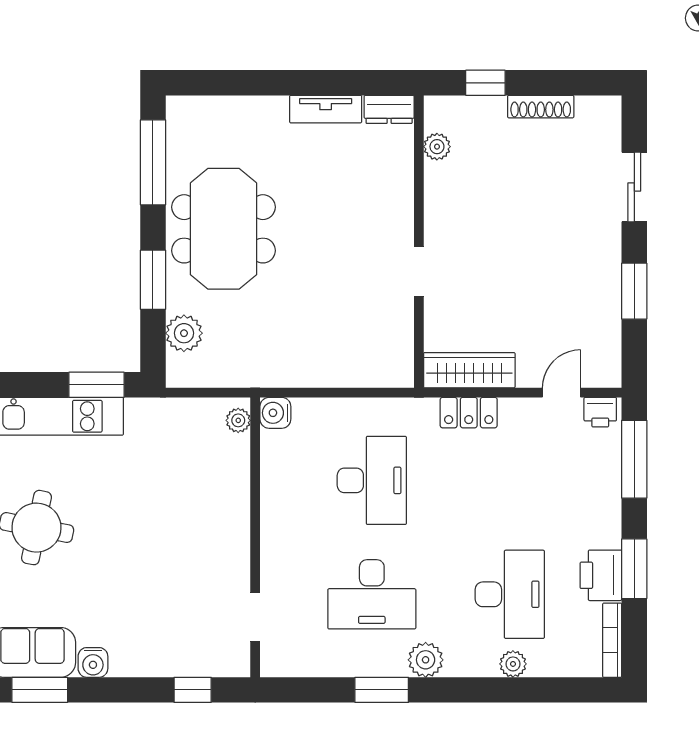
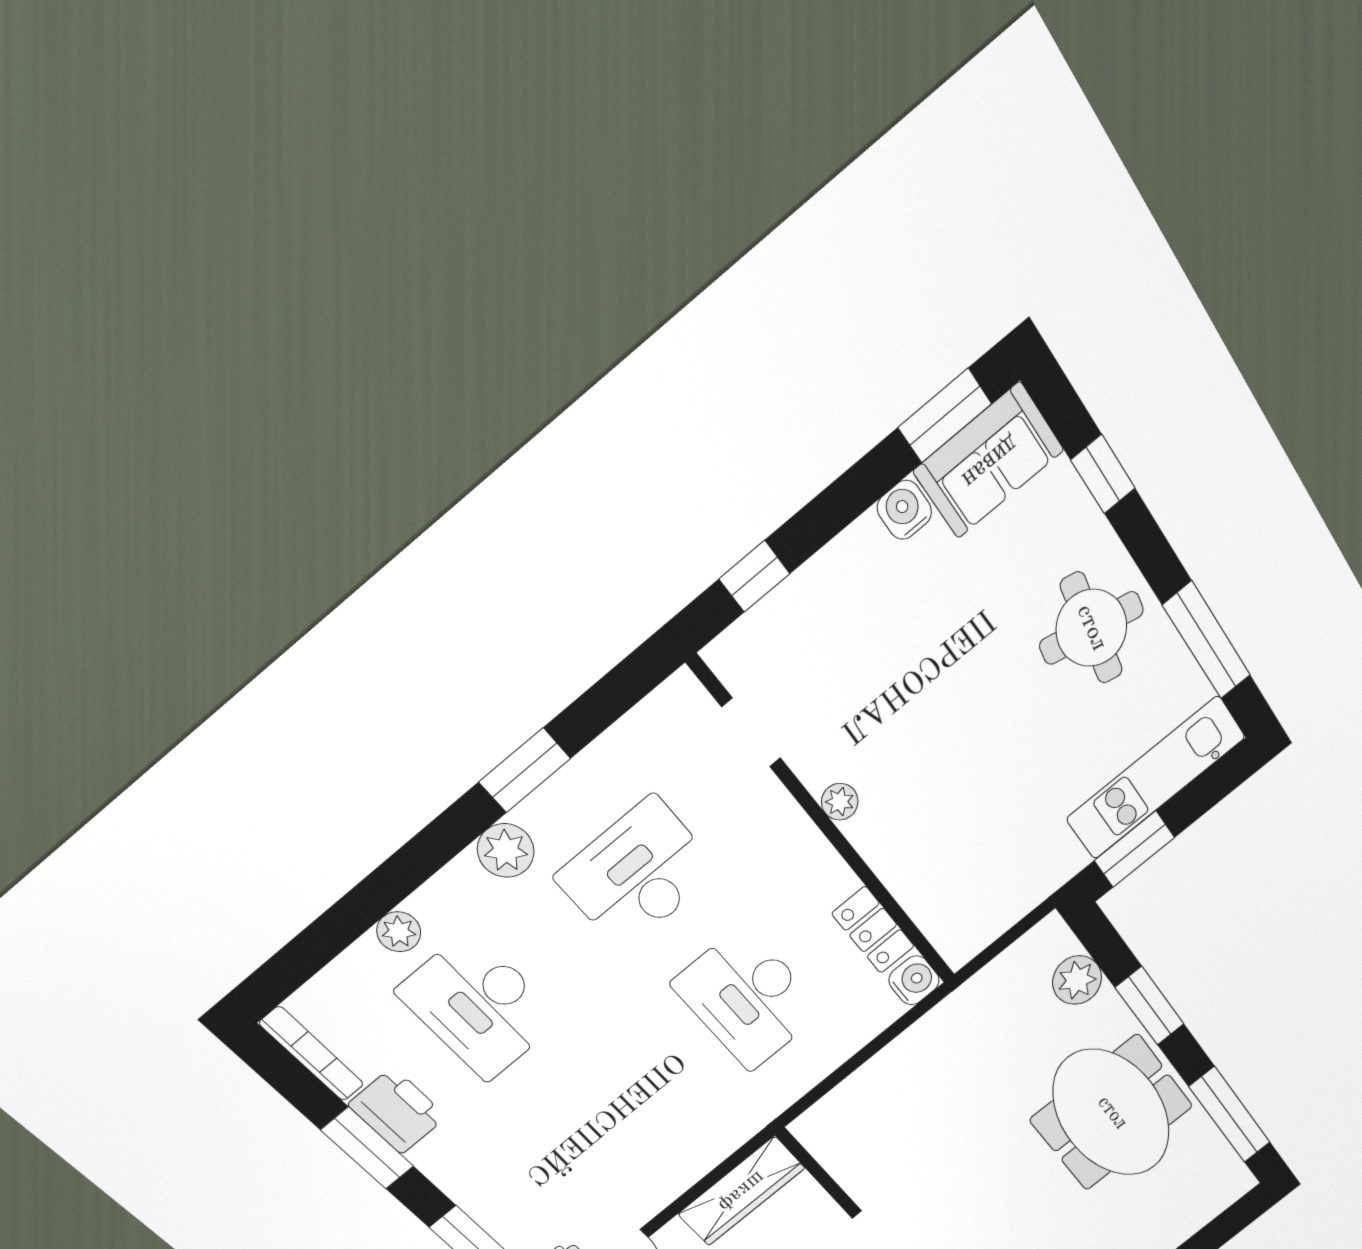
locker: (469, 413) -> (873, 930), moved, turned -90
plant: (238, 420) -> (840, 802), moved

